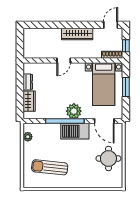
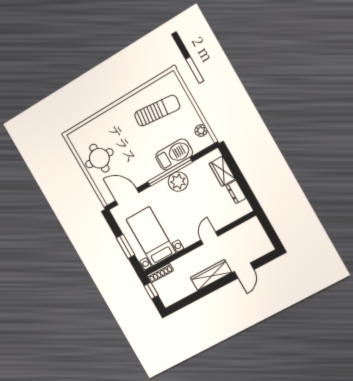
door: (111, 25) -> (244, 271), moved
plant: (74, 111) -> (178, 182), moved
barbecue: (75, 131) -> (174, 155), moved

